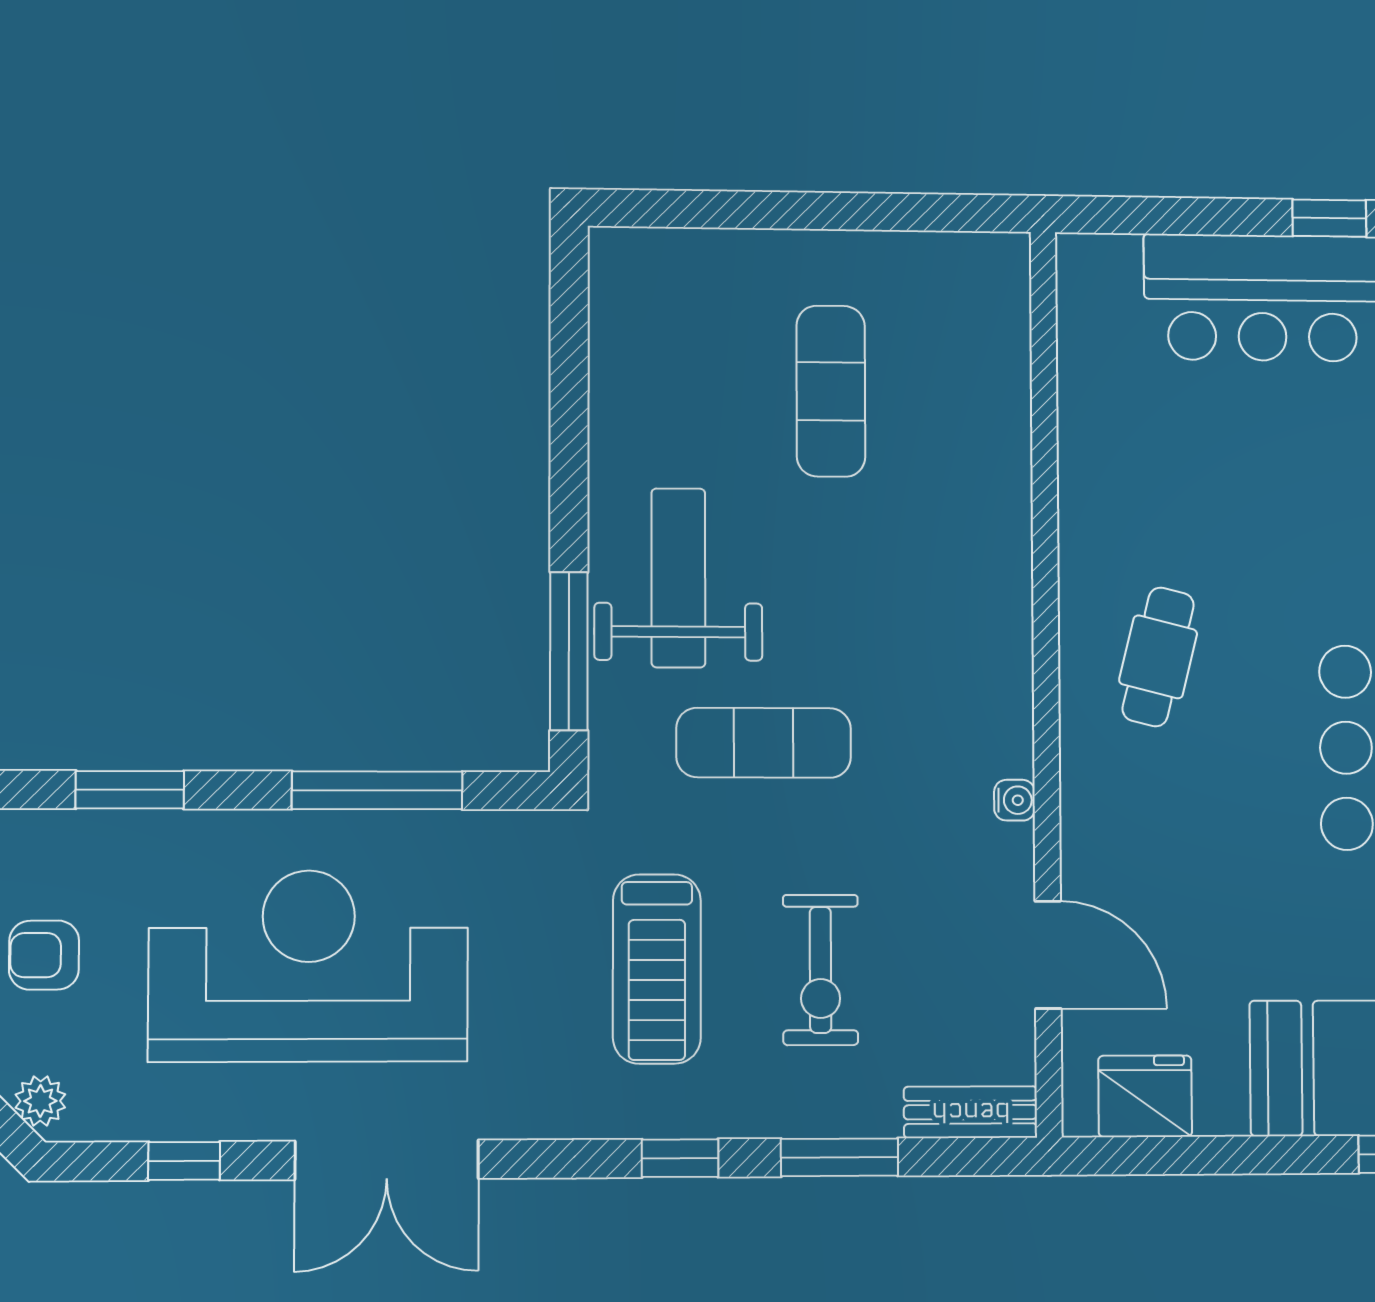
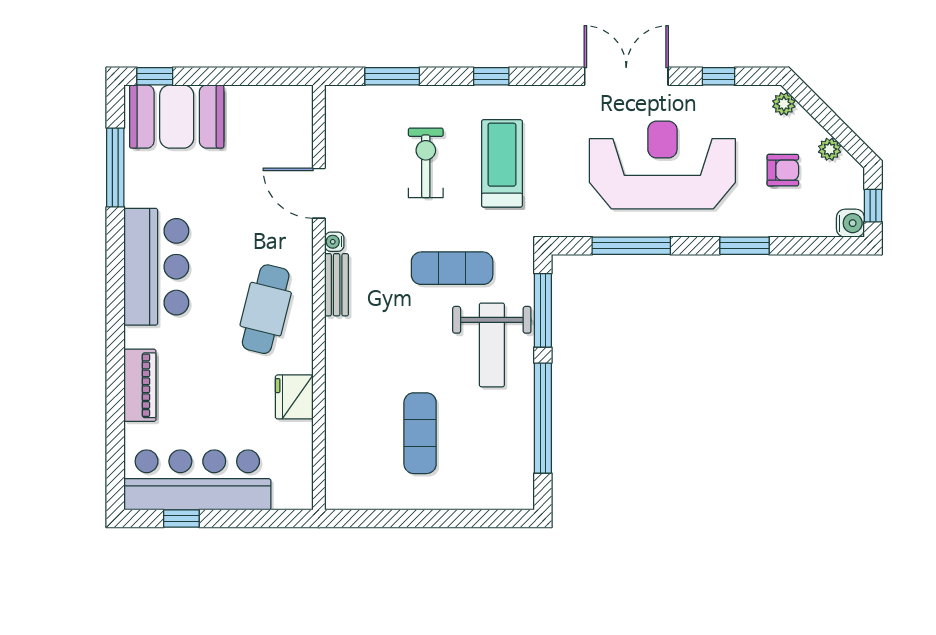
window: (569, 420) -> (543, 418), added
cafe table: (1158, 657) -> (266, 309), width x1.37, depth x1.35
door: (1048, 955) -> (319, 193), moved
reception desk: (308, 966) -> (662, 165), turned 180
fridge: (1145, 1096) -> (294, 397), moved, turned 90
bench: (971, 1112) -> (337, 285), moved, turned 90
window: (839, 1157) -> (392, 76), moved

